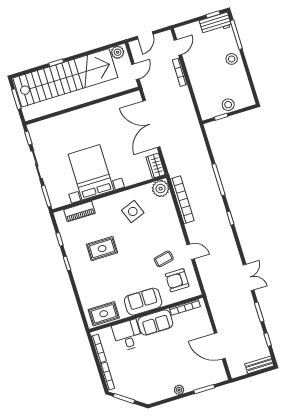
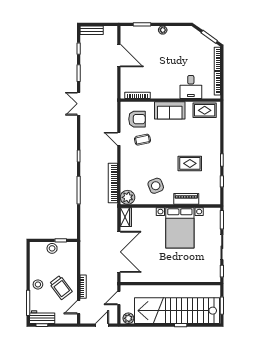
trolley: (205, 64) -> (61, 287), added
piano: (79, 211) -> (186, 199), moved
sofa: (155, 322) -> (165, 90), removed

